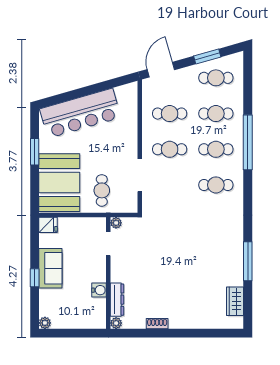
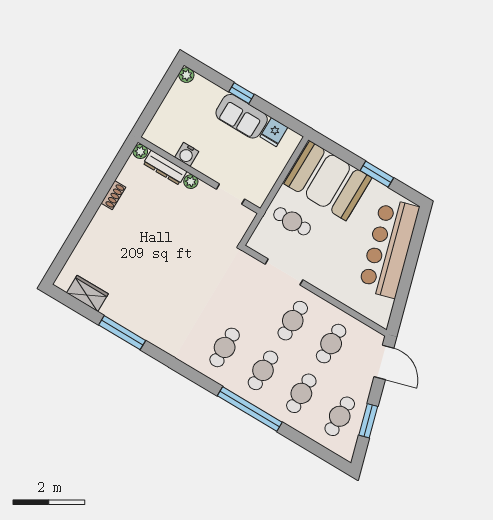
plant: (116, 223) -> (191, 182), moved
fridge: (48, 225) -> (274, 132), moved

